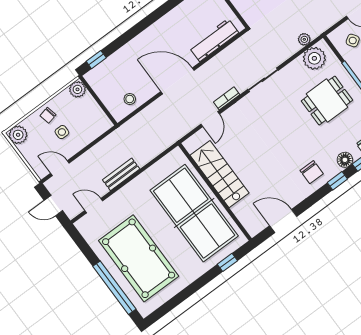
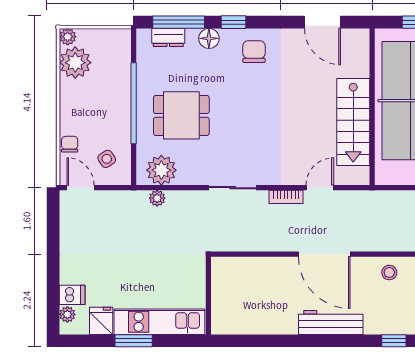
workbench: (214, 40) -> (331, 322), moved, turned 180

